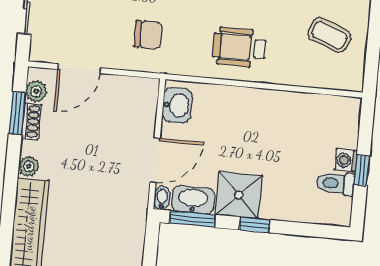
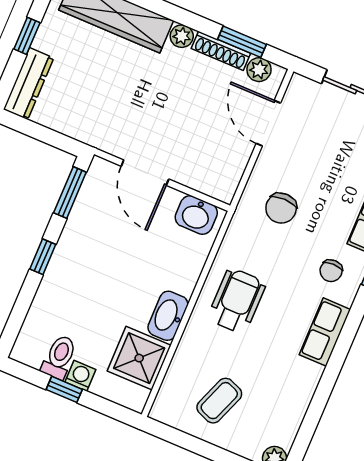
shoe rack: (31, 121) -> (221, 51), width x1.43
shower: (239, 195) -> (139, 358), moved
bidet: (162, 198) -> (102, 167), removed
washbasin: (193, 200) -> (168, 316), moved, turned 180

